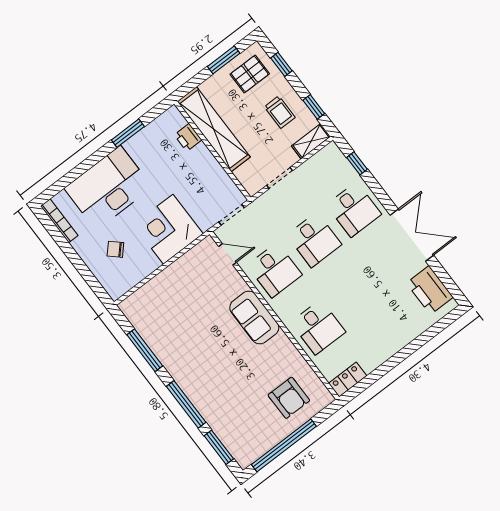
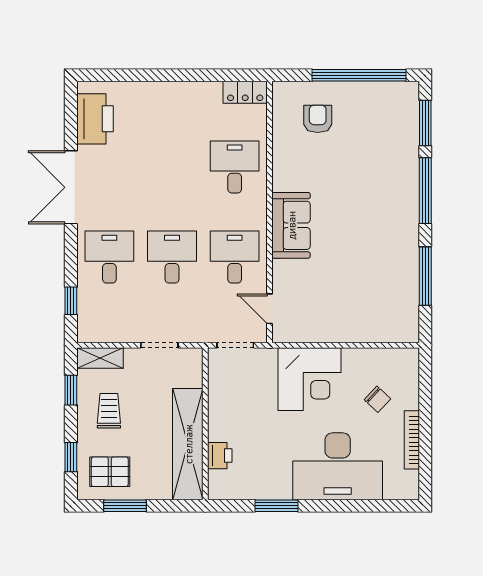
bookcase: (59, 221) -> (412, 440), moved
armchair: (289, 398) -> (318, 119), width x0.72, depth x0.72

